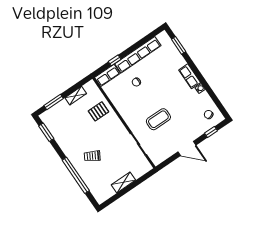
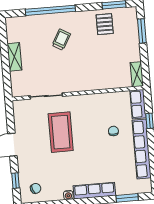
row of seats: (190, 76) -> (94, 191), width x1.48
shelving: (76, 96) -> (137, 74), moved
pallet: (98, 111) -> (105, 24), moved
coffee table: (158, 119) -> (61, 132), width x1.36, depth x1.32

